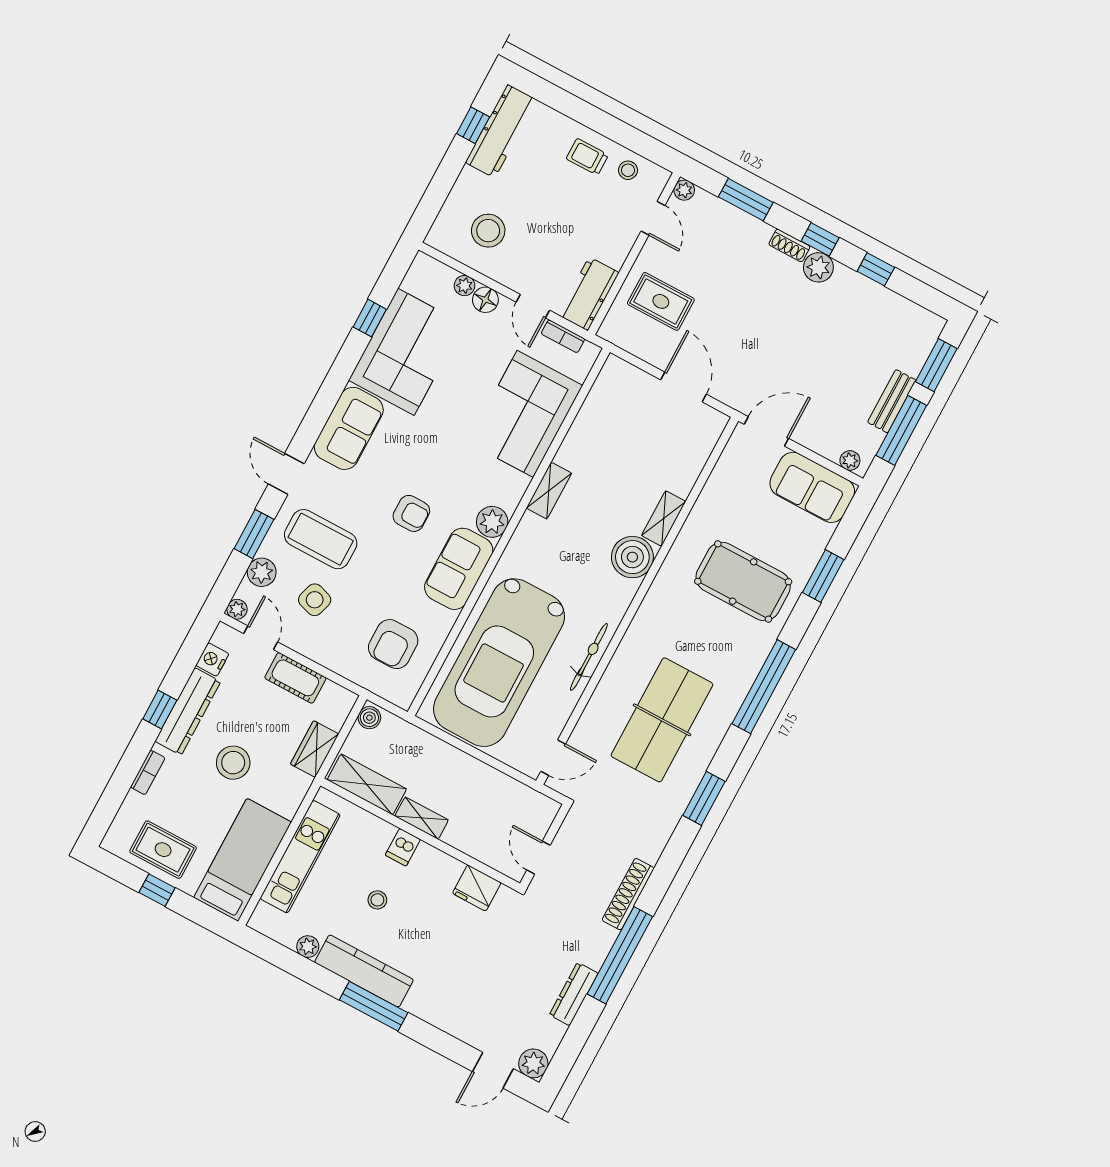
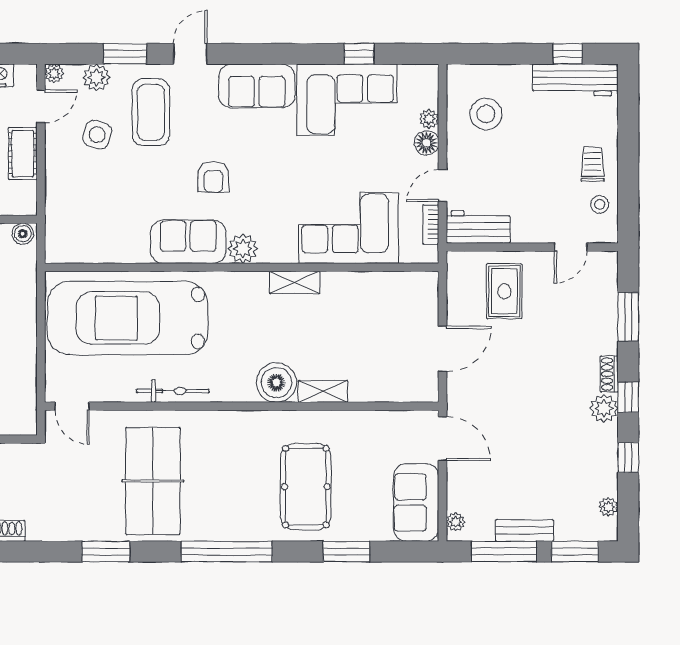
plant: (684, 190) -> (608, 507), moved
armchair: (393, 644) -> (95, 221), removed
table tennis table: (662, 720) -> (153, 481), turned 90

